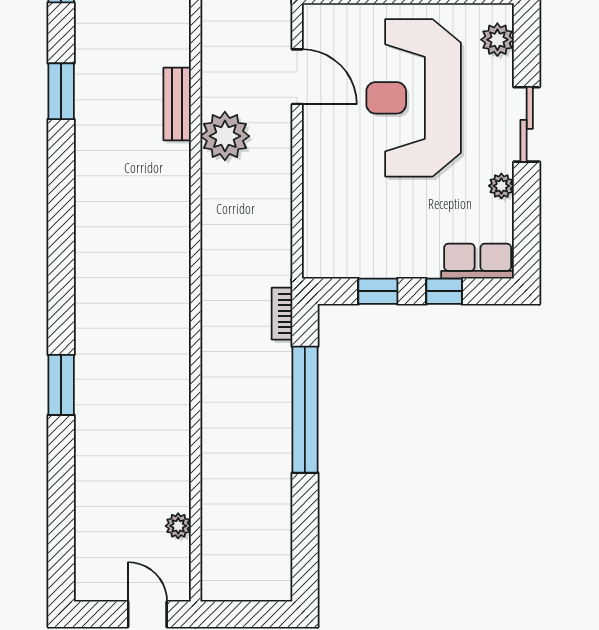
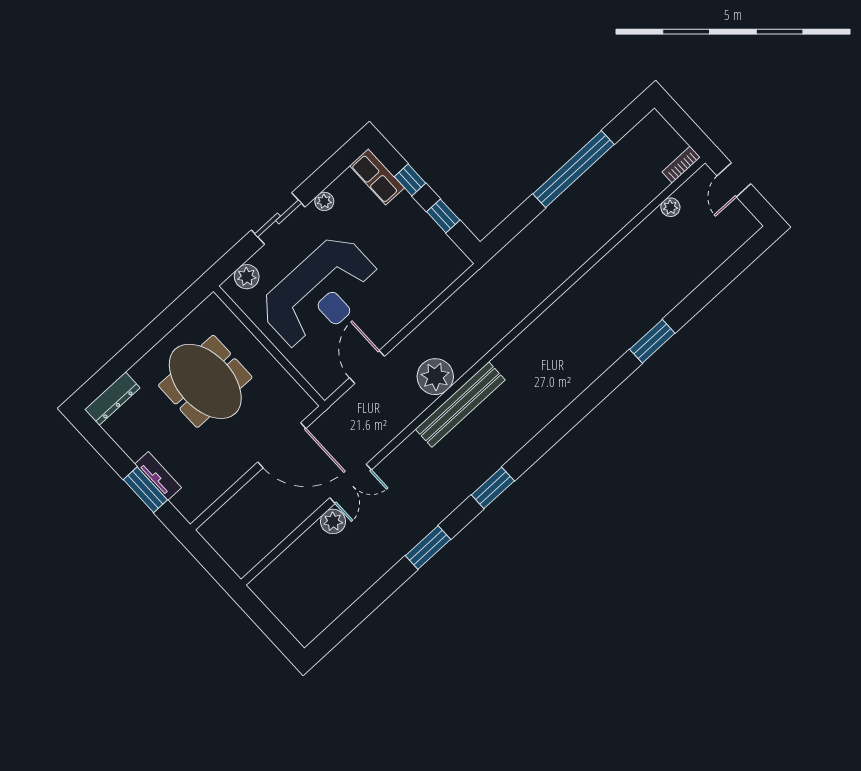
bench: (177, 104) -> (460, 405), width x1.86, depth x1.21
bookcase: (282, 314) -> (681, 165), moved, turned 180
window: (305, 410) -> (574, 169), moved

